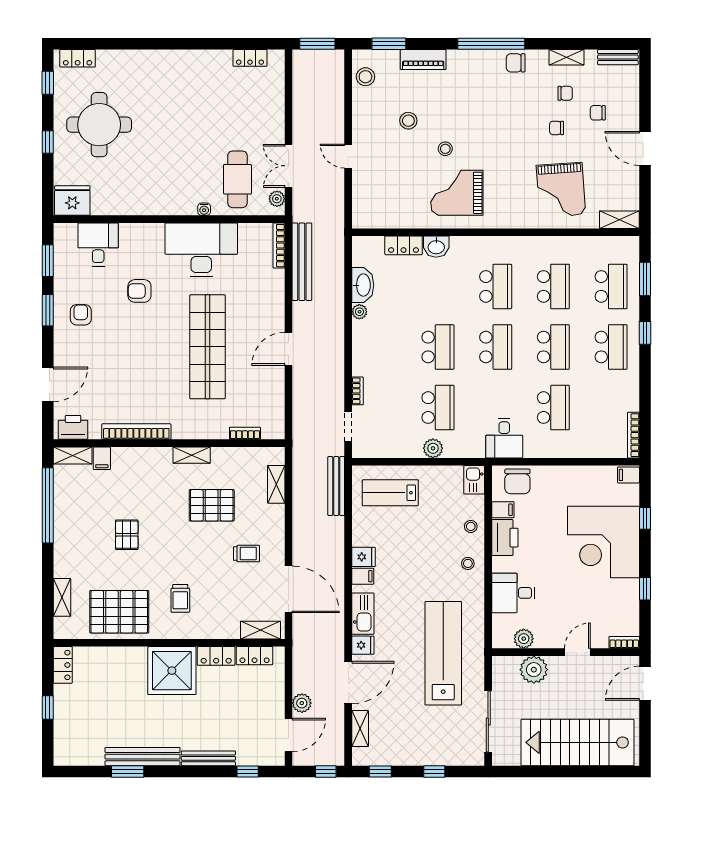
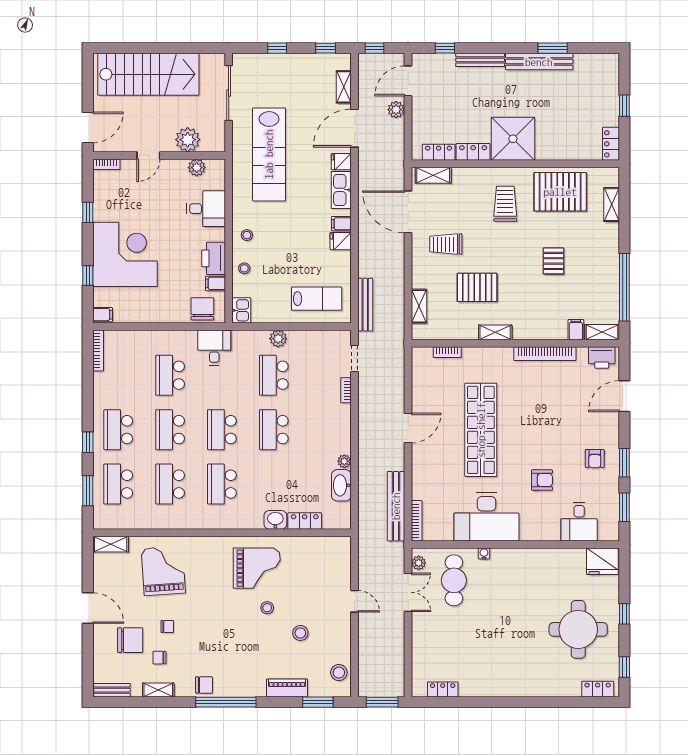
chair: (598, 113) -> (130, 640), width x1.87, depth x1.87
trolley: (246, 554) -> (446, 244), width x1.36, depth x1.39
trolley: (180, 598) -> (505, 204), width x1.36, depth x1.39

